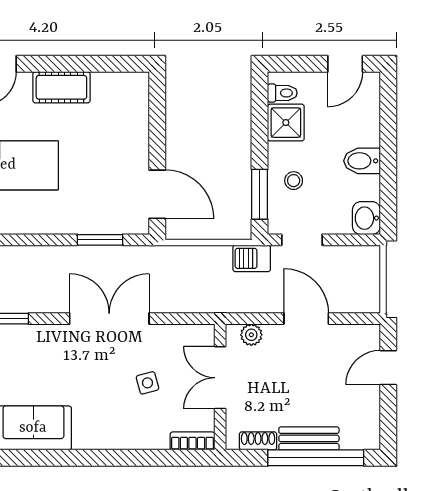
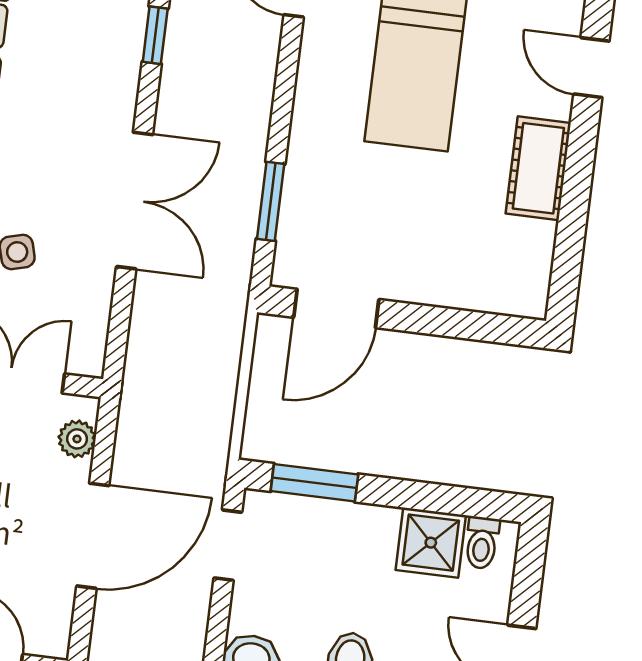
stool: (294, 181) -> (330, 544), removed
barbecue: (252, 258) -> (207, 456), removed
door: (306, 319) -> (93, 536), width x1.36

